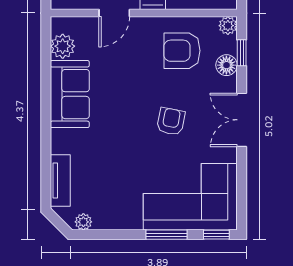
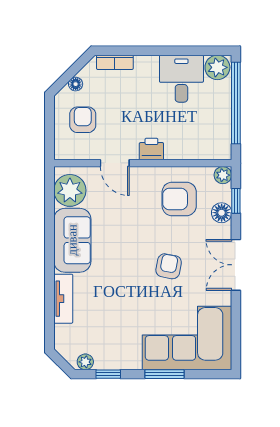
door: (114, 13) -> (115, 163), hinge flipped
plant: (63, 46) -> (70, 190), width x1.36, depth x1.36
tv unit: (60, 180) -> (63, 299), moved
window: (216, 235) -> (108, 374), moved

